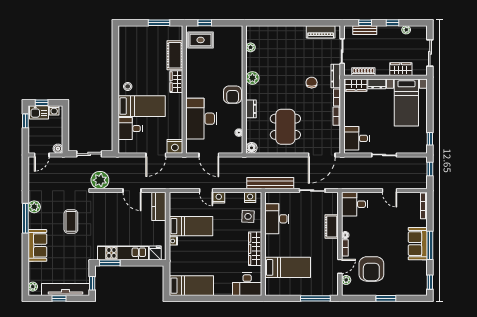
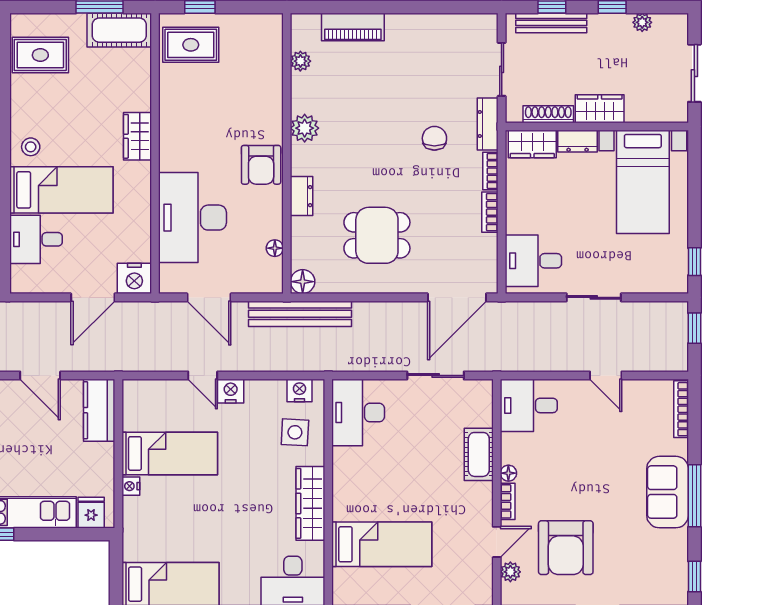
bench: (365, 30) -> (551, 23), width x1.36
piano: (321, 32) -> (353, 27), moved
rug: (132, 45) -> (40, 55), added
cot: (175, 55) -> (119, 30), moved, turned 90
wardrobe: (401, 69) -> (600, 109), moved
dining table: (285, 127) -> (377, 235), width x0.73
bench: (270, 183) -> (300, 314), moved
desk: (277, 219) -> (358, 413), moved

